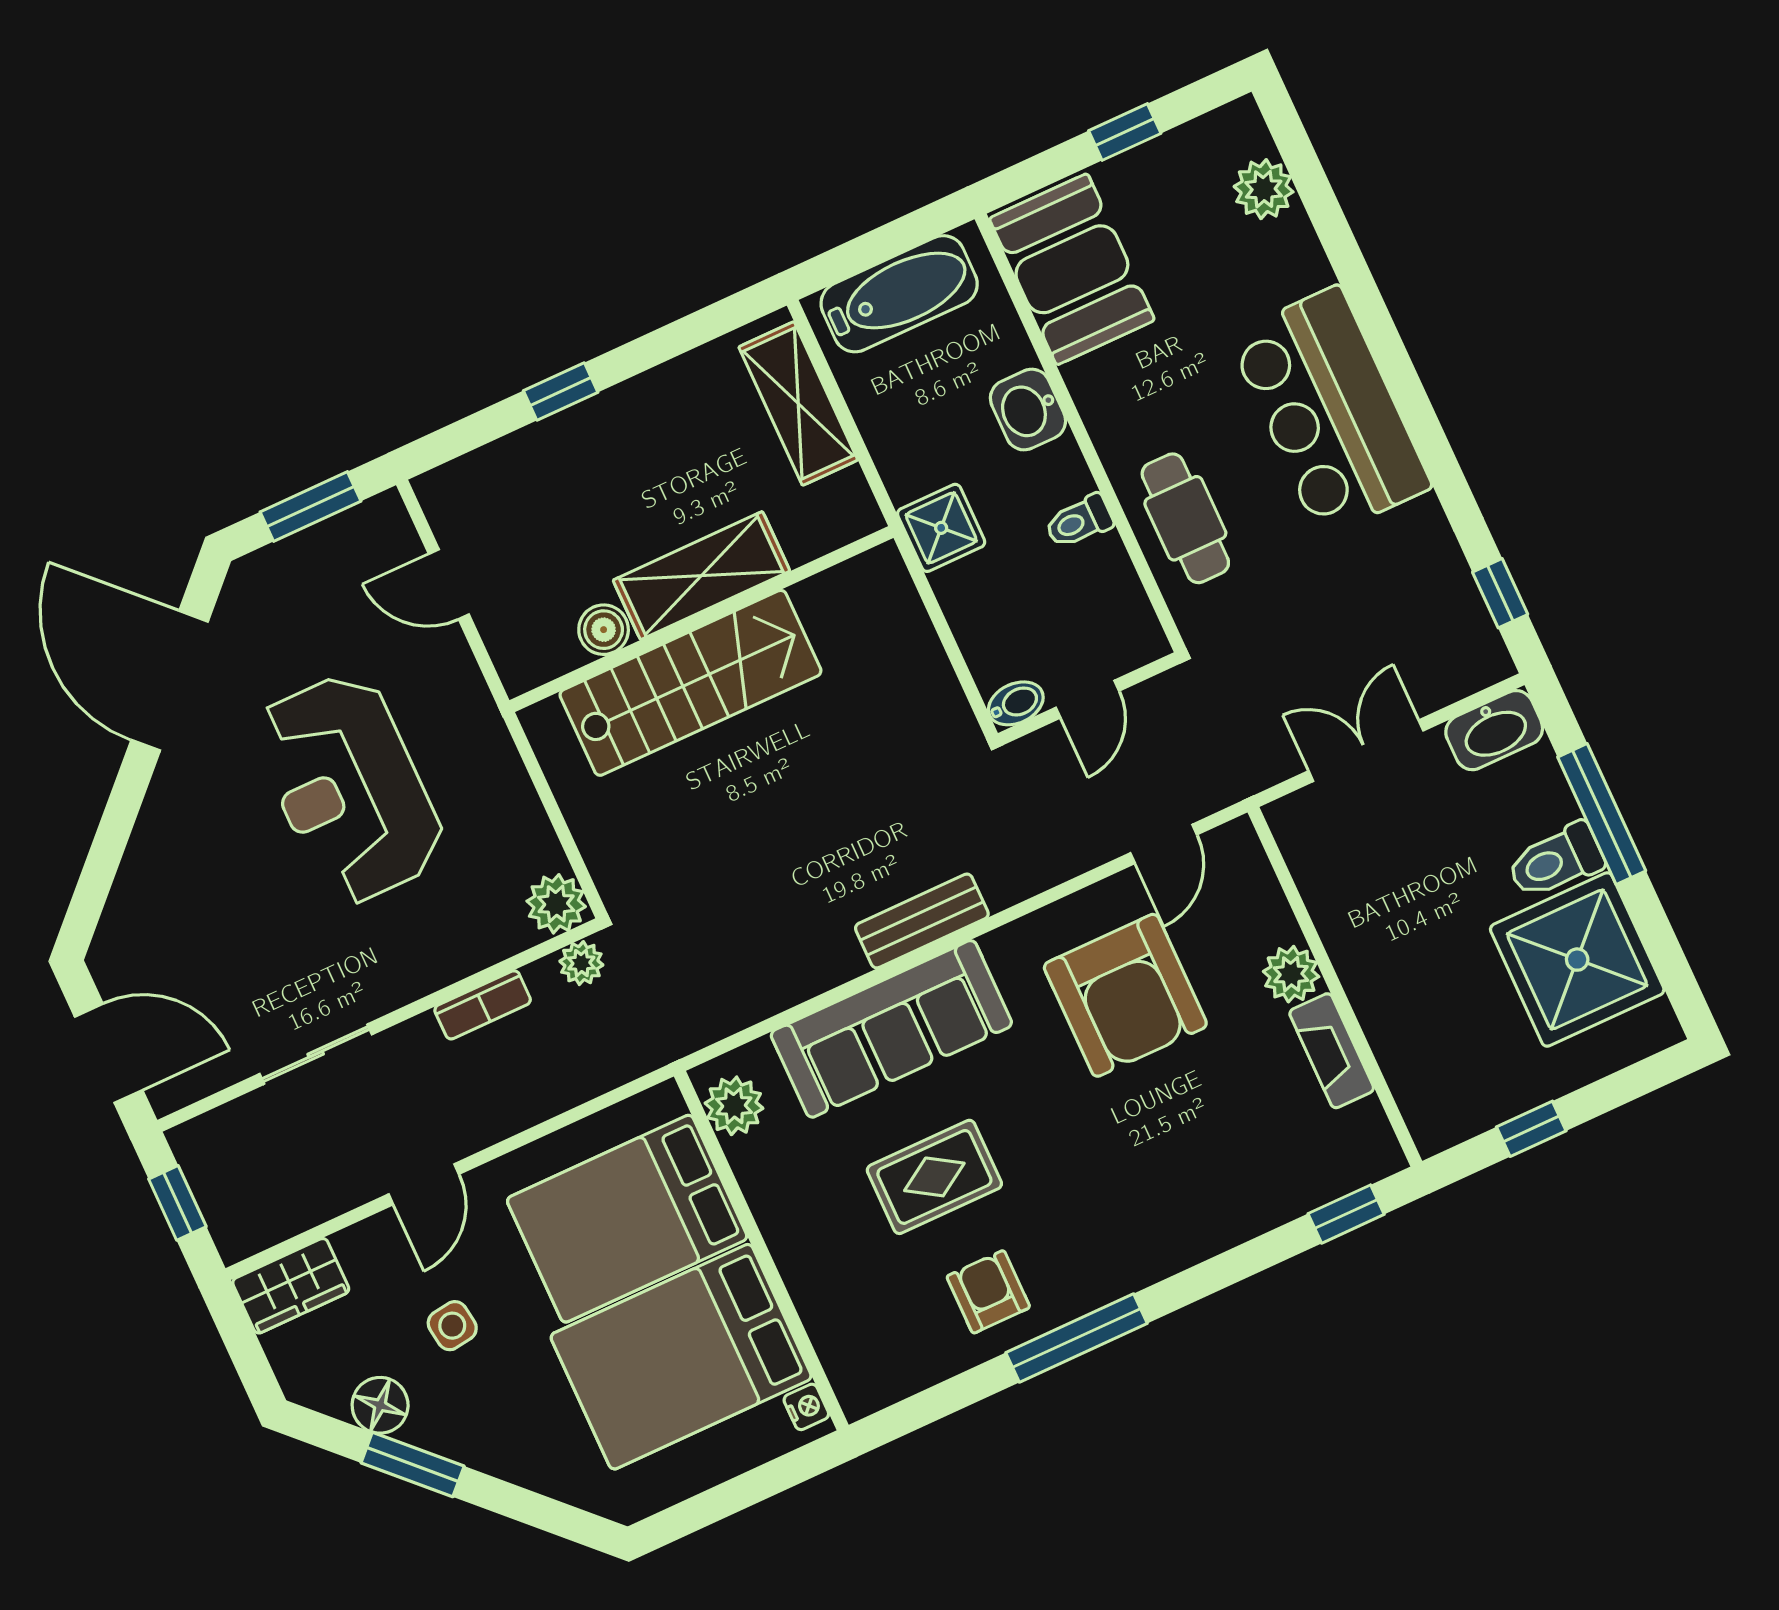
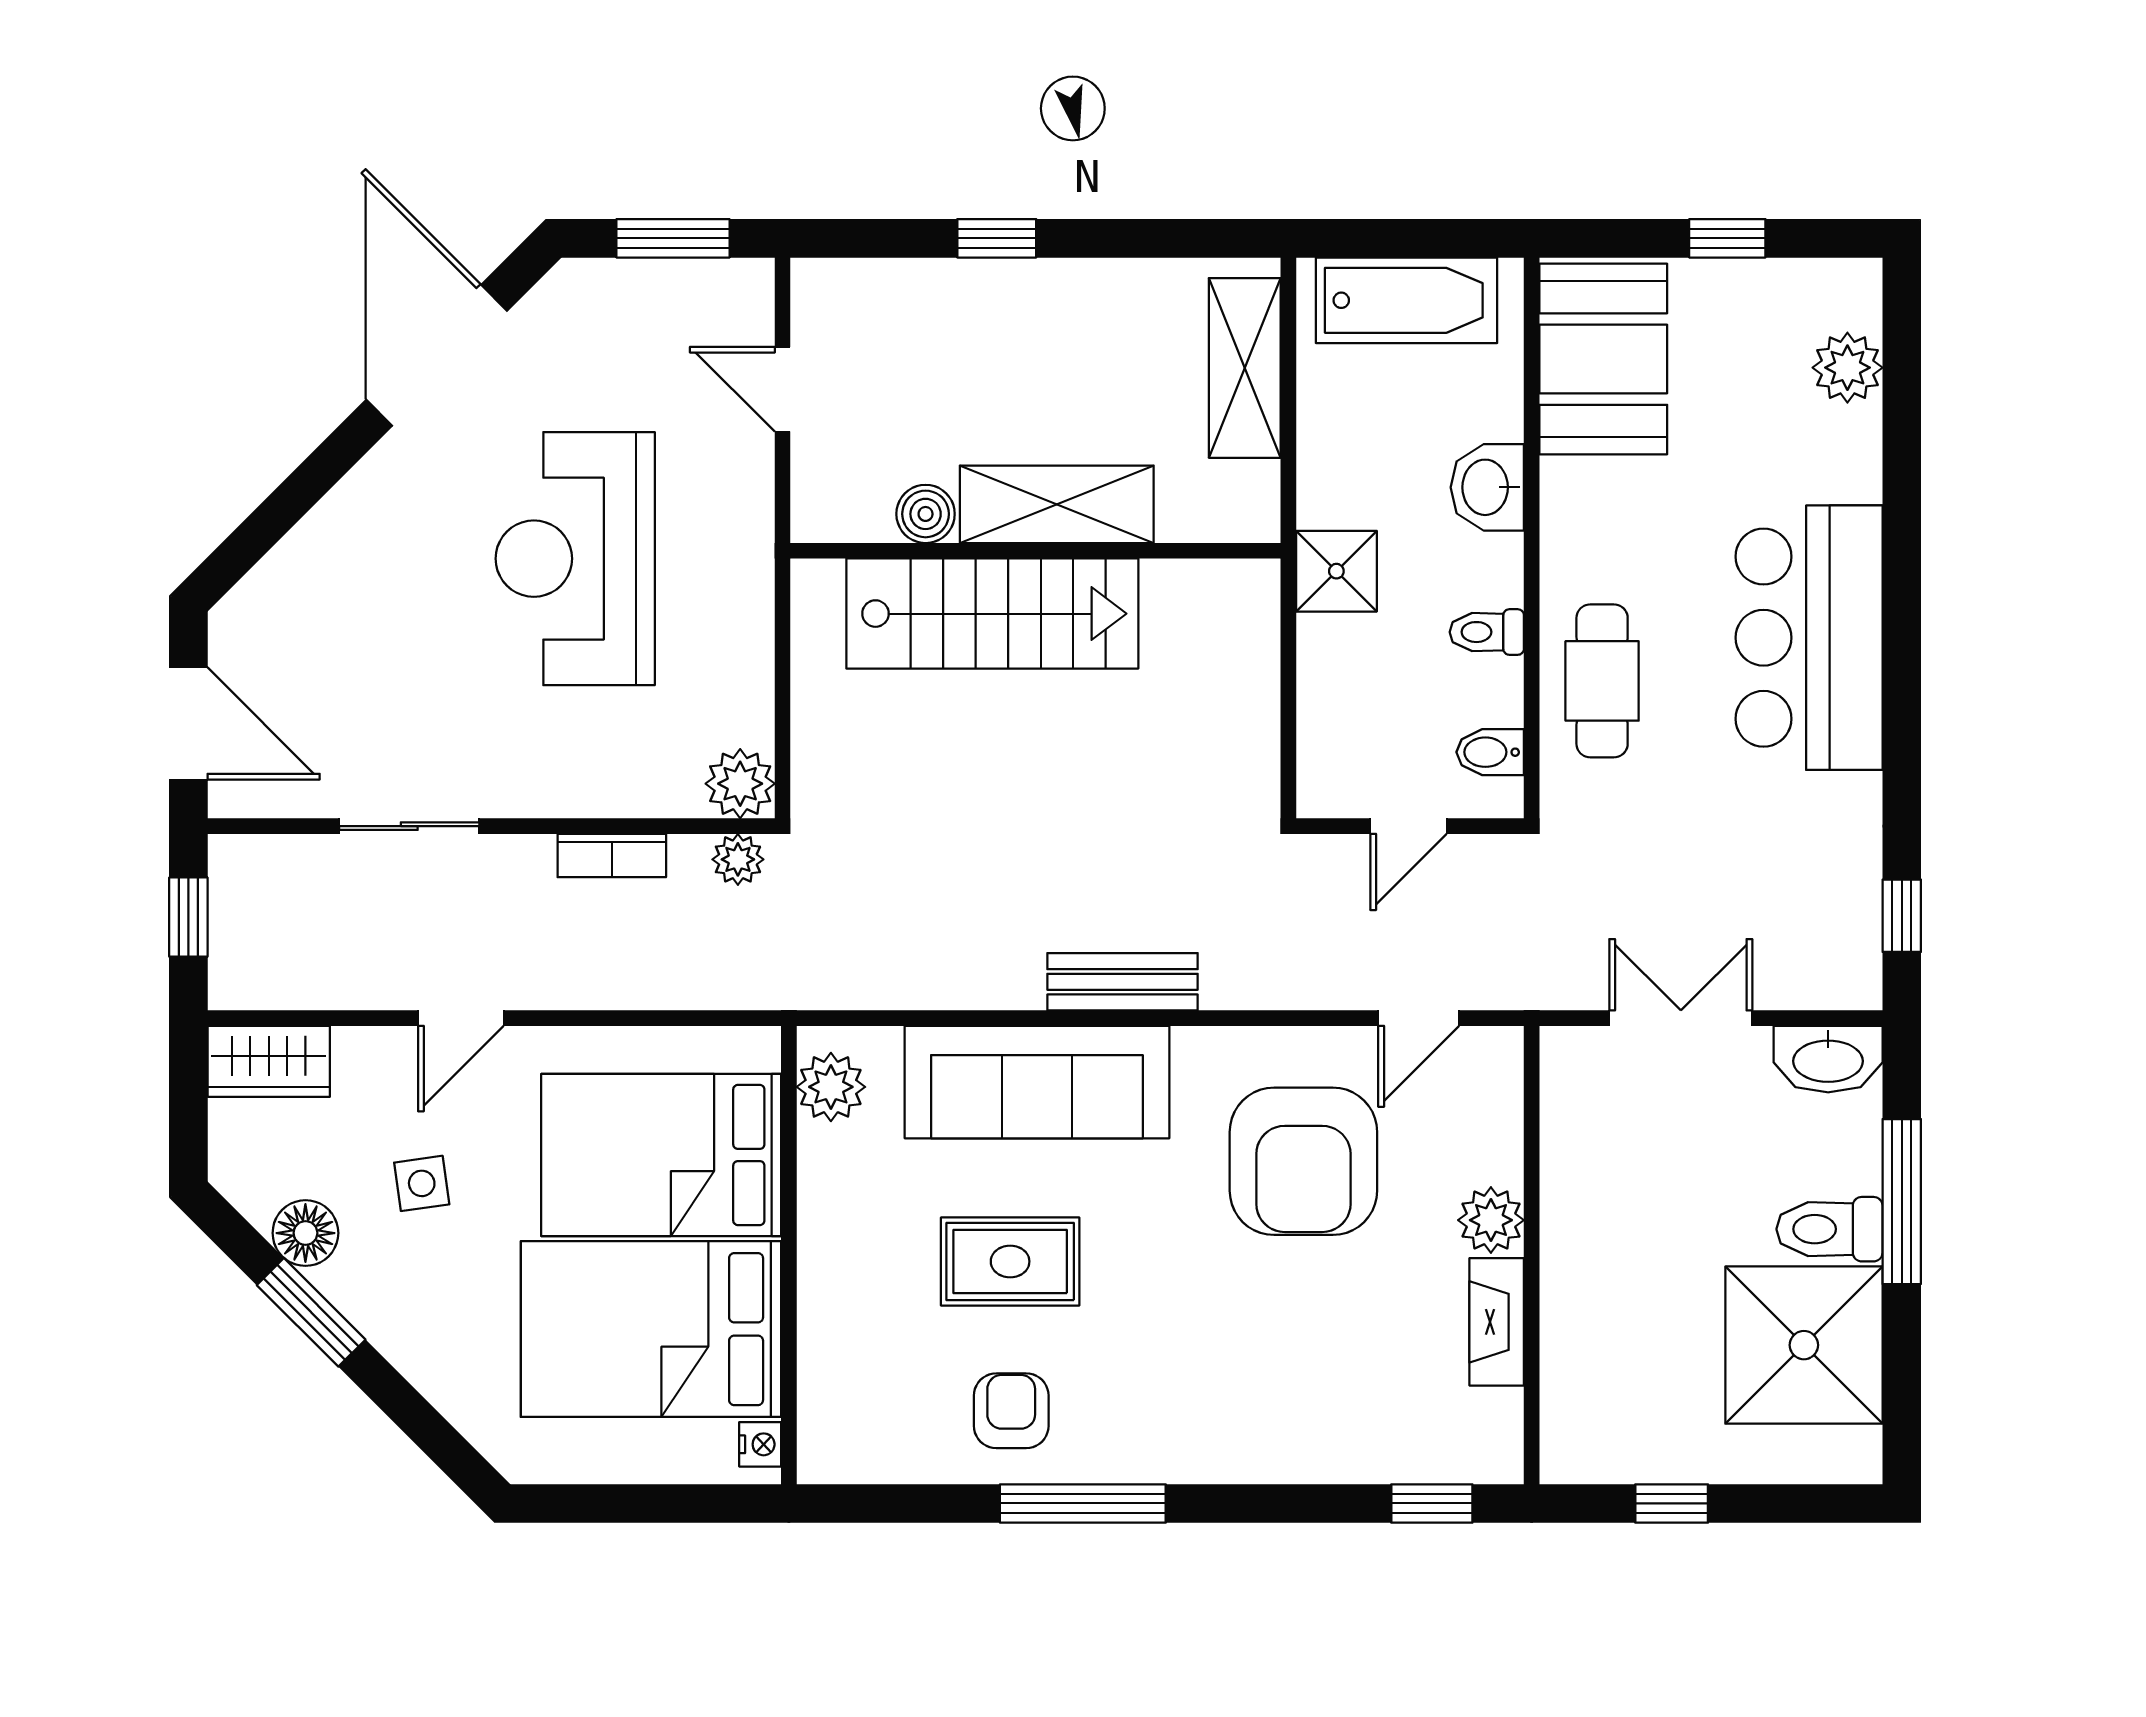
bidet: (1016, 703) -> (1490, 752), moved, turned 180

